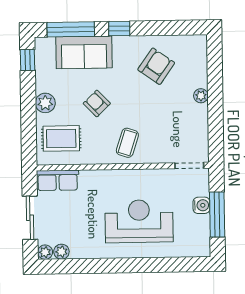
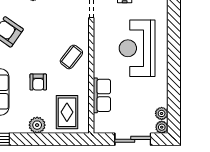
armchair: (97, 103) -> (38, 82), turned -46
coffee table: (127, 143) -> (71, 57), turned -70
row of seats: (58, 180) -> (102, 95), moved

